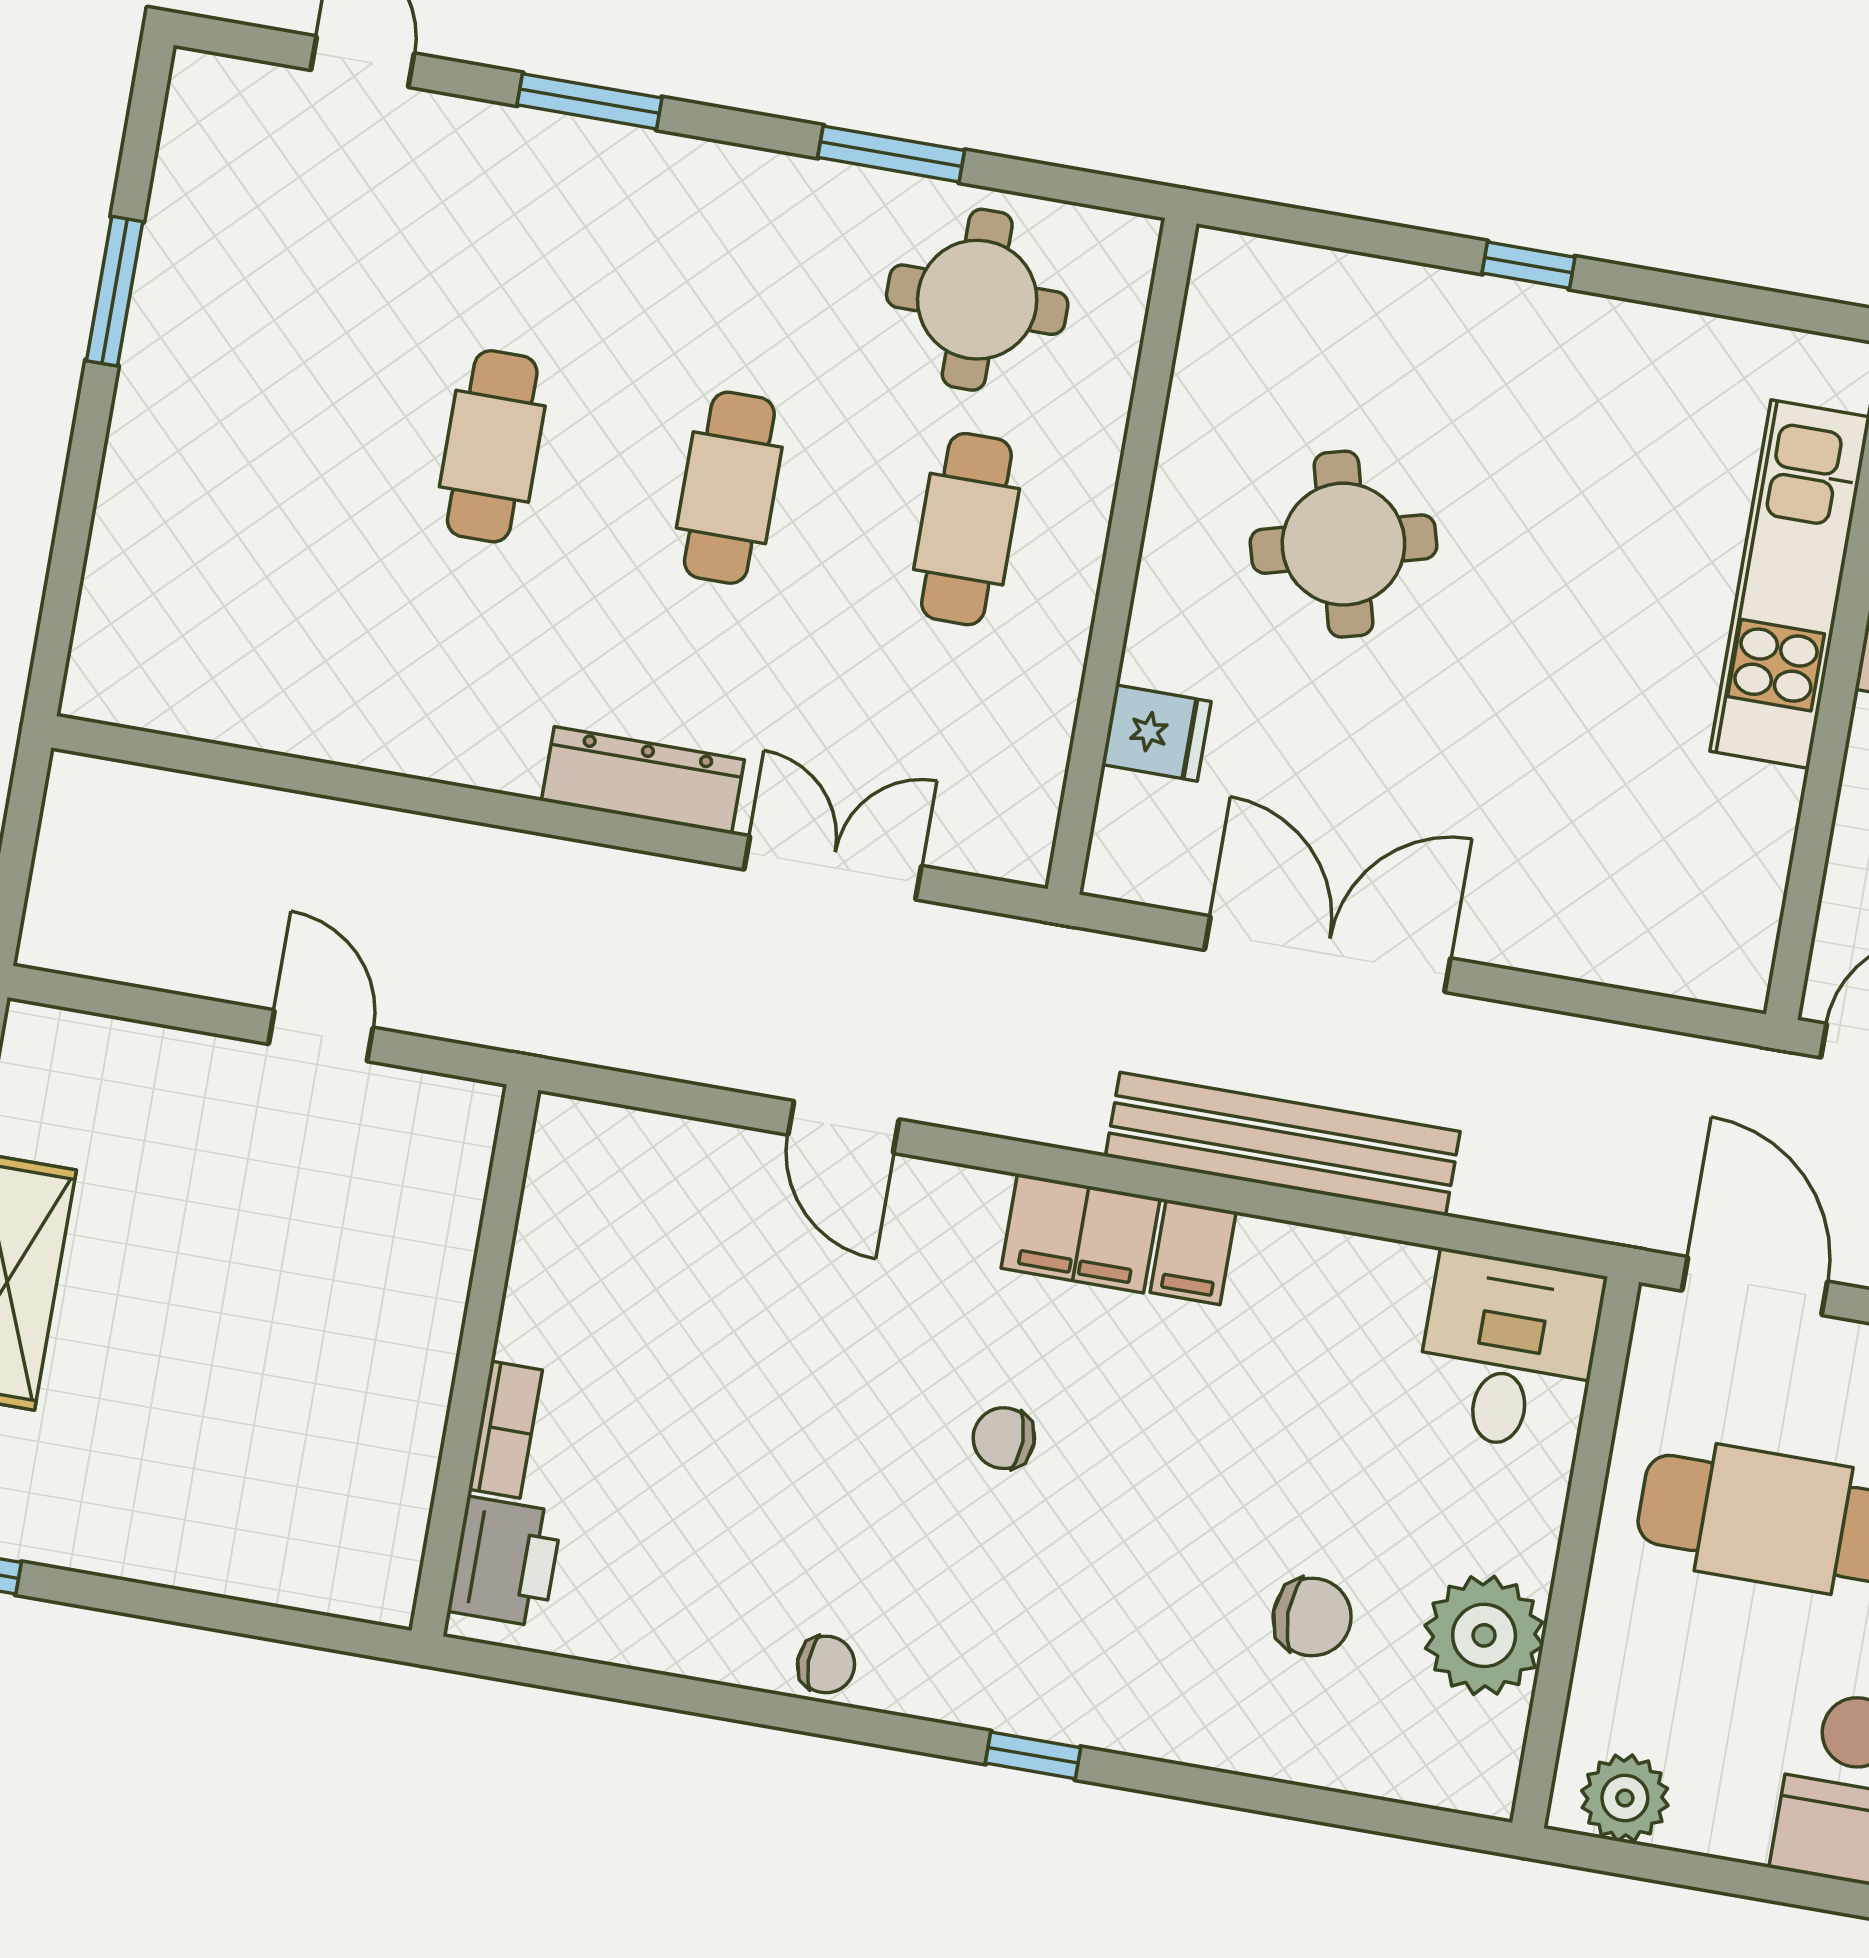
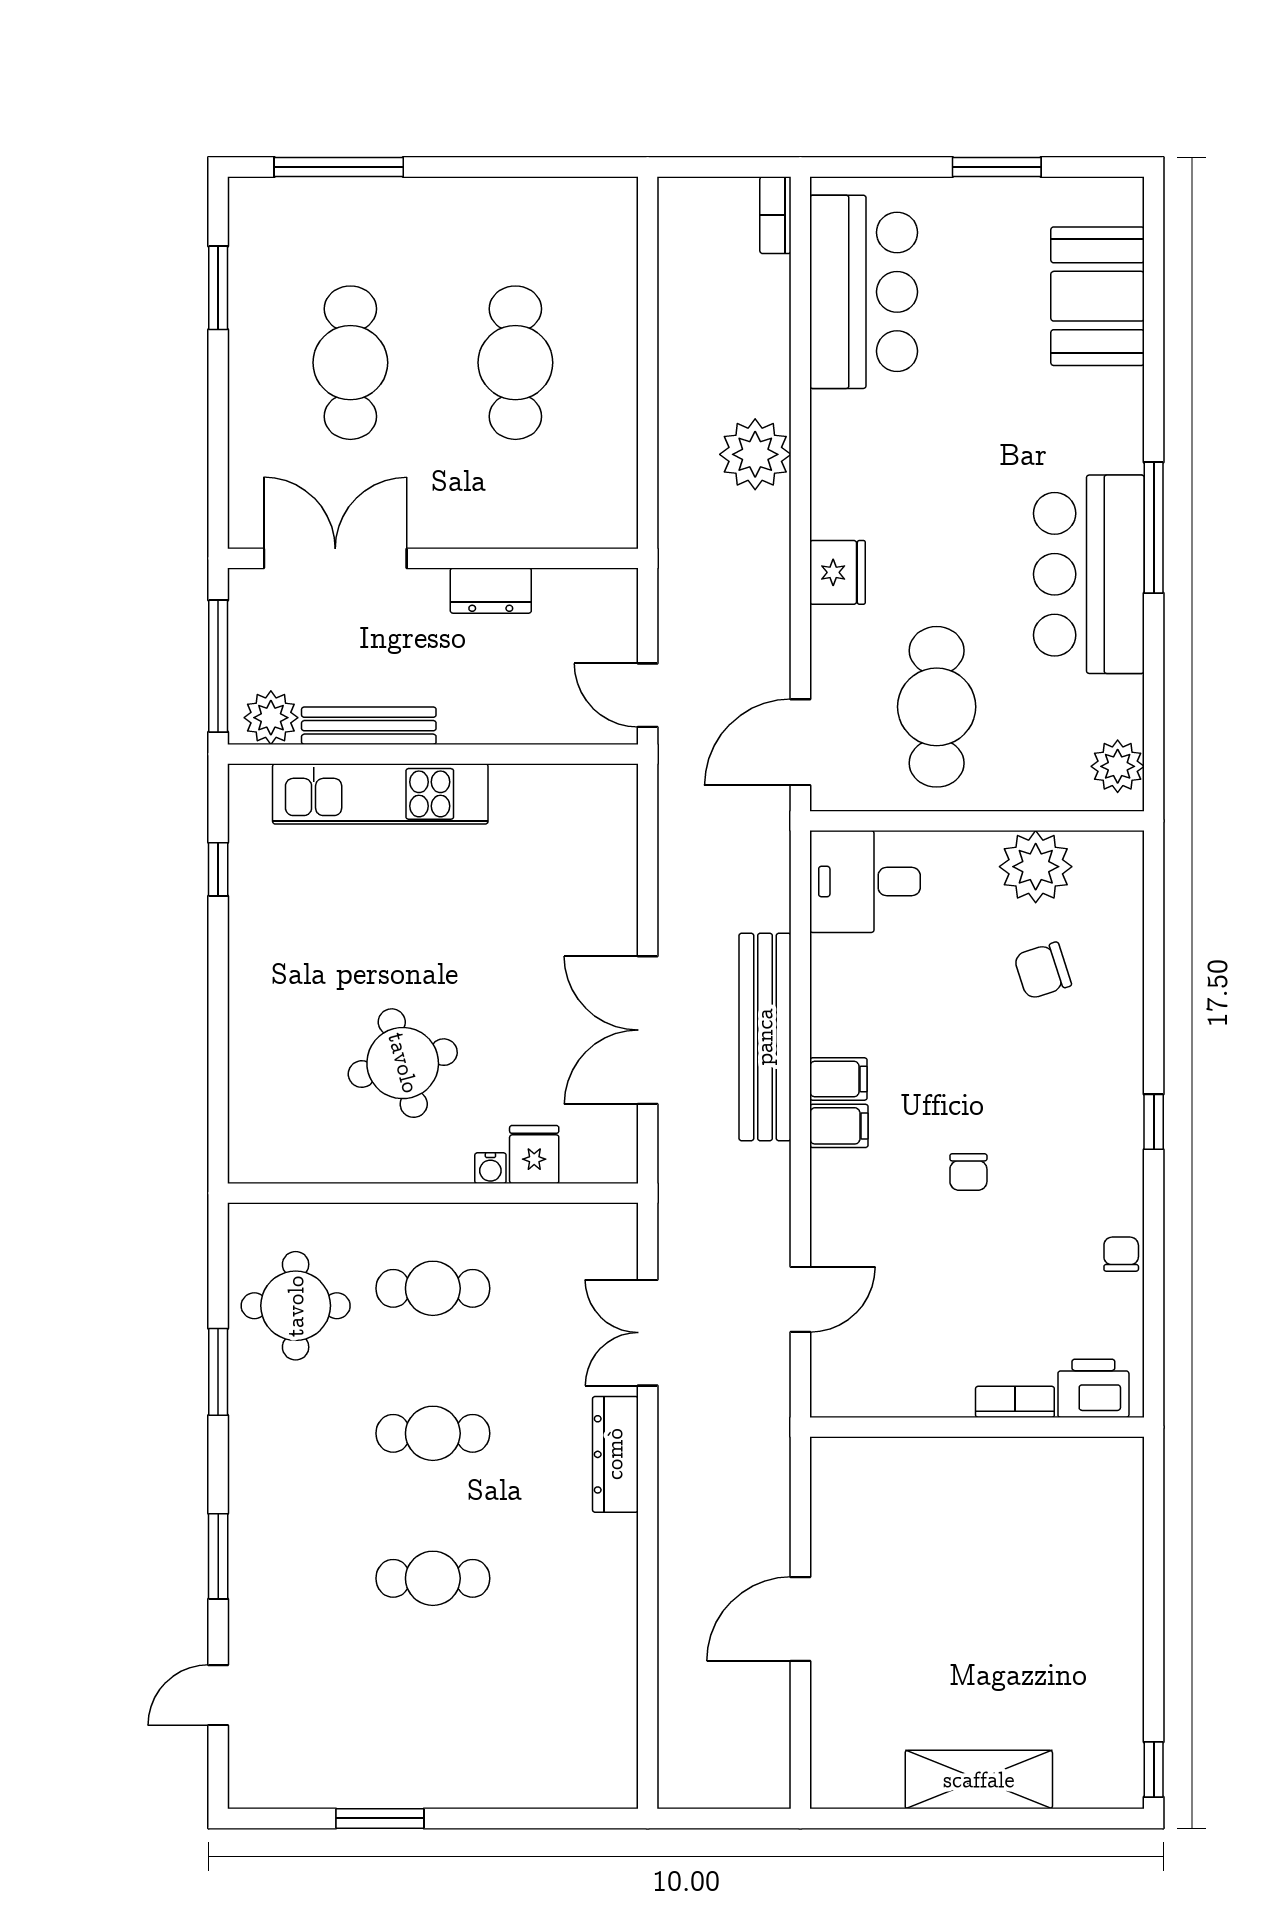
window: (1528, 265) -> (218, 869), moved
water cooler: (1147, 658) -> (490, 1168), added
door: (321, 1036) -> (800, 1619), width x1.37
filing cabinet: (1081, 1233) -> (839, 1126), width x0.50
wall: (475, 1360) -> (977, 1427), moved
bookcase: (505, 1430) -> (1015, 1402), moved
printer: (505, 1562) -> (1093, 1388), moved
chair: (1312, 1617) -> (1043, 971), turned -108

